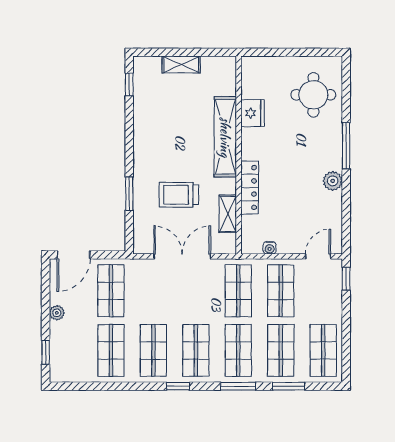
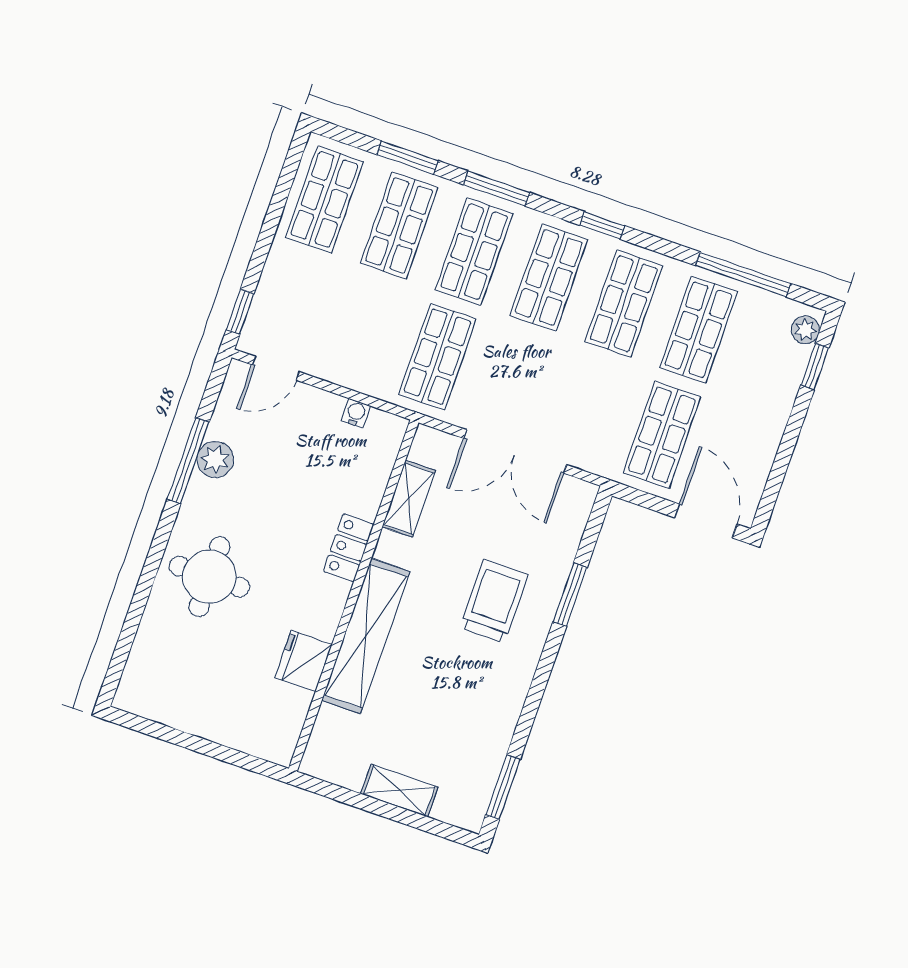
window: (129, 84) -> (503, 787), width x1.50
round table: (313, 95) -> (209, 577), moved
window: (346, 146) -> (188, 461), moved
plant: (333, 181) -> (215, 459), moved
locker: (250, 188) -> (349, 548), width x0.66
trolley: (179, 195) -> (494, 601), moved, turned -90
door: (74, 255) -> (706, 521), hinge flipped
shop shelf: (281, 291) -> (363, 331), removed
plant: (57, 313) -> (805, 330), moved
window: (98, 386) -> (743, 274), added

